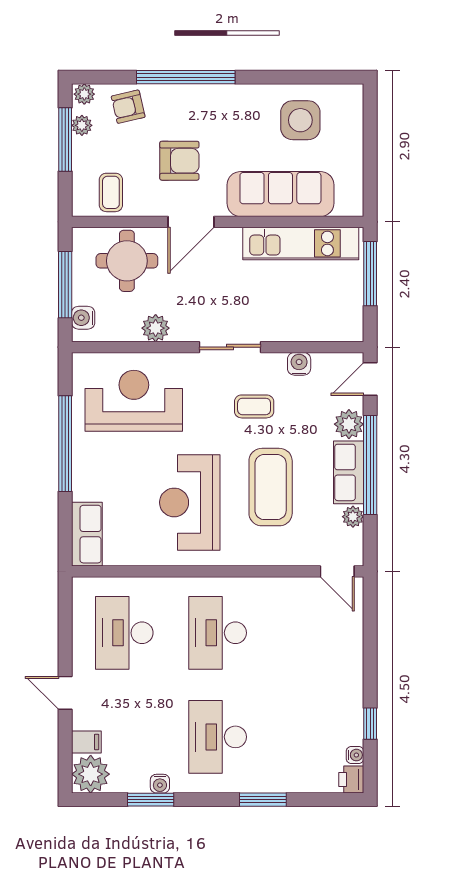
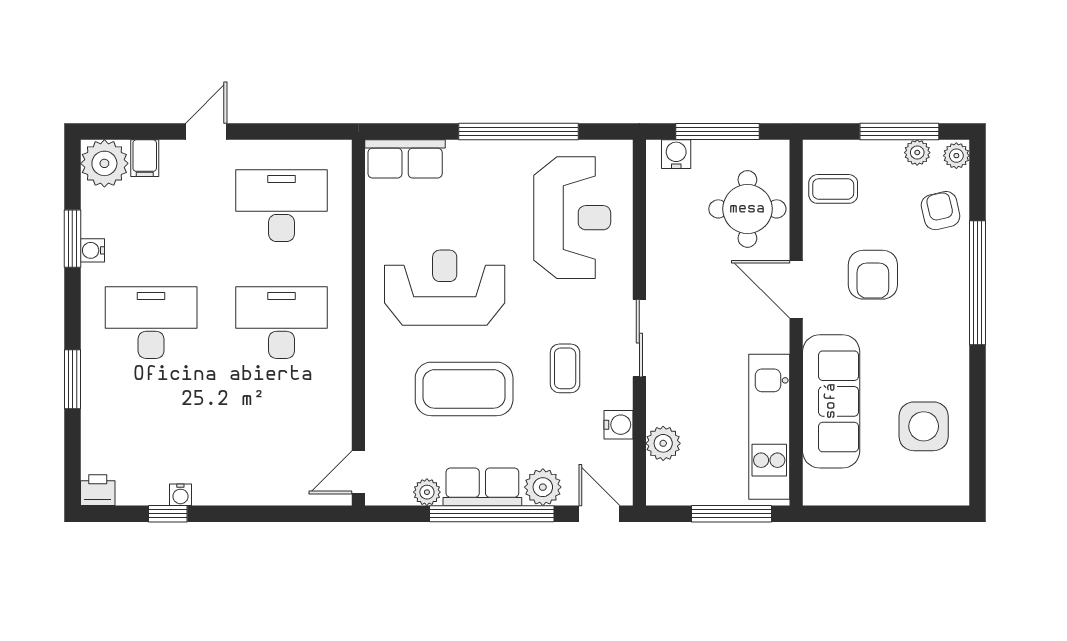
plant: (156, 328) -> (663, 443), moved
water cooler: (355, 755) -> (180, 495), moved

